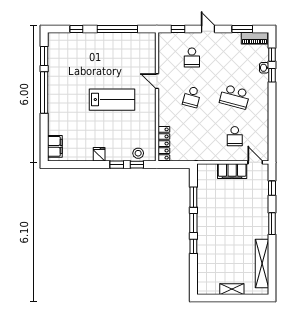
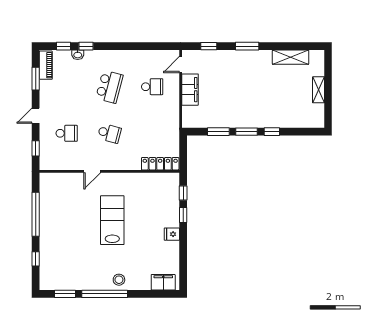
stool: (138, 153) -> (119, 280), moved
shelving: (262, 263) -> (291, 57), width x0.68

